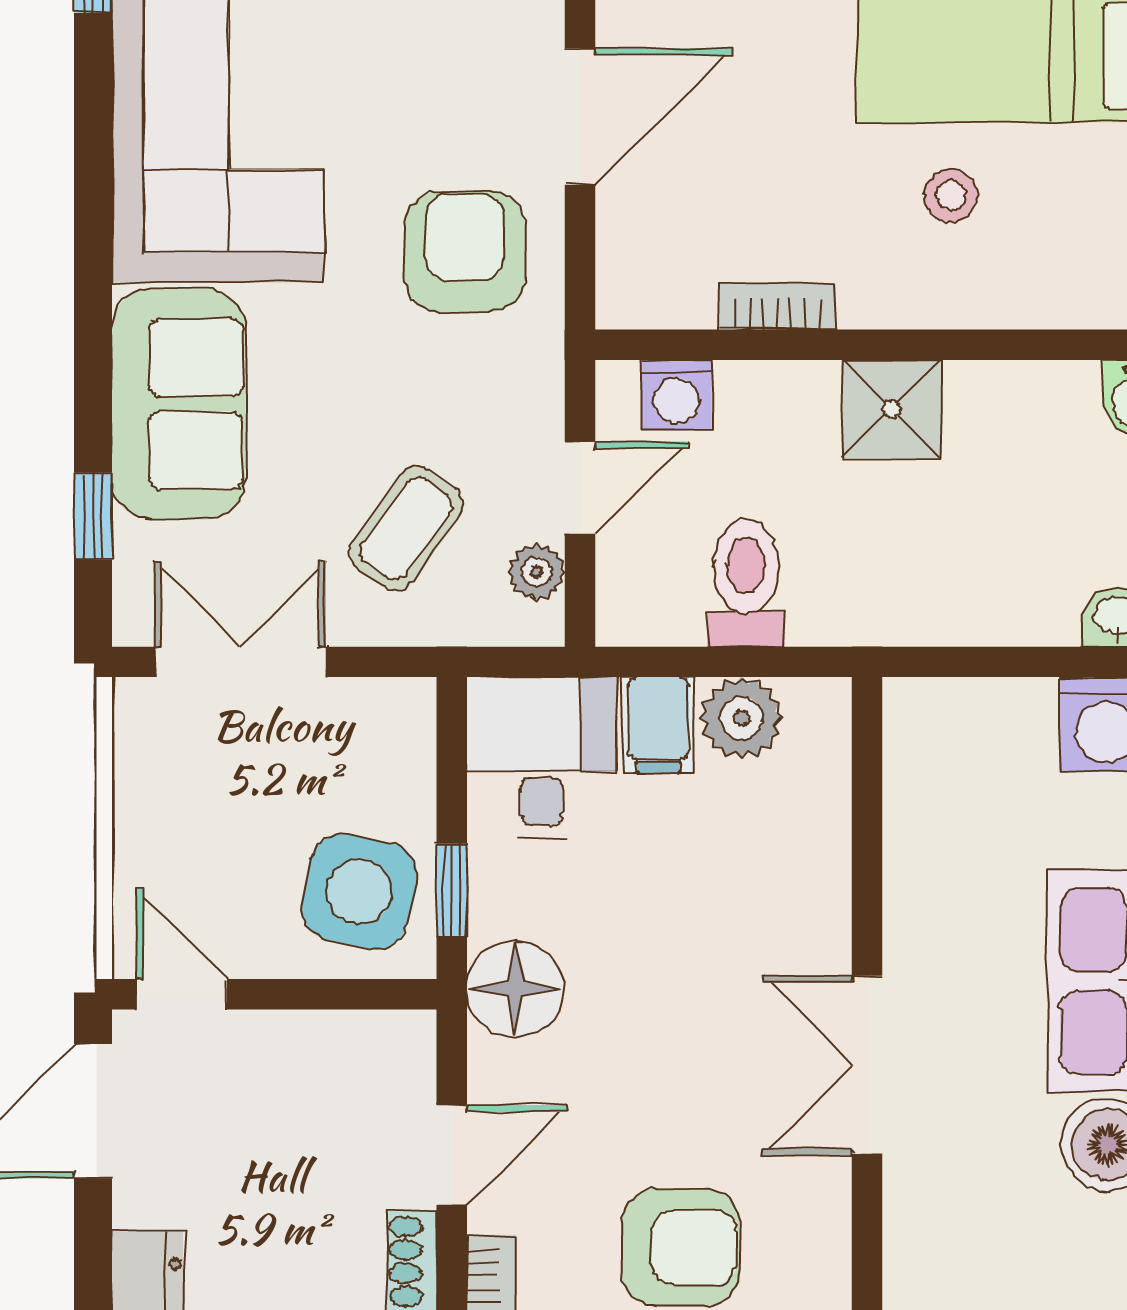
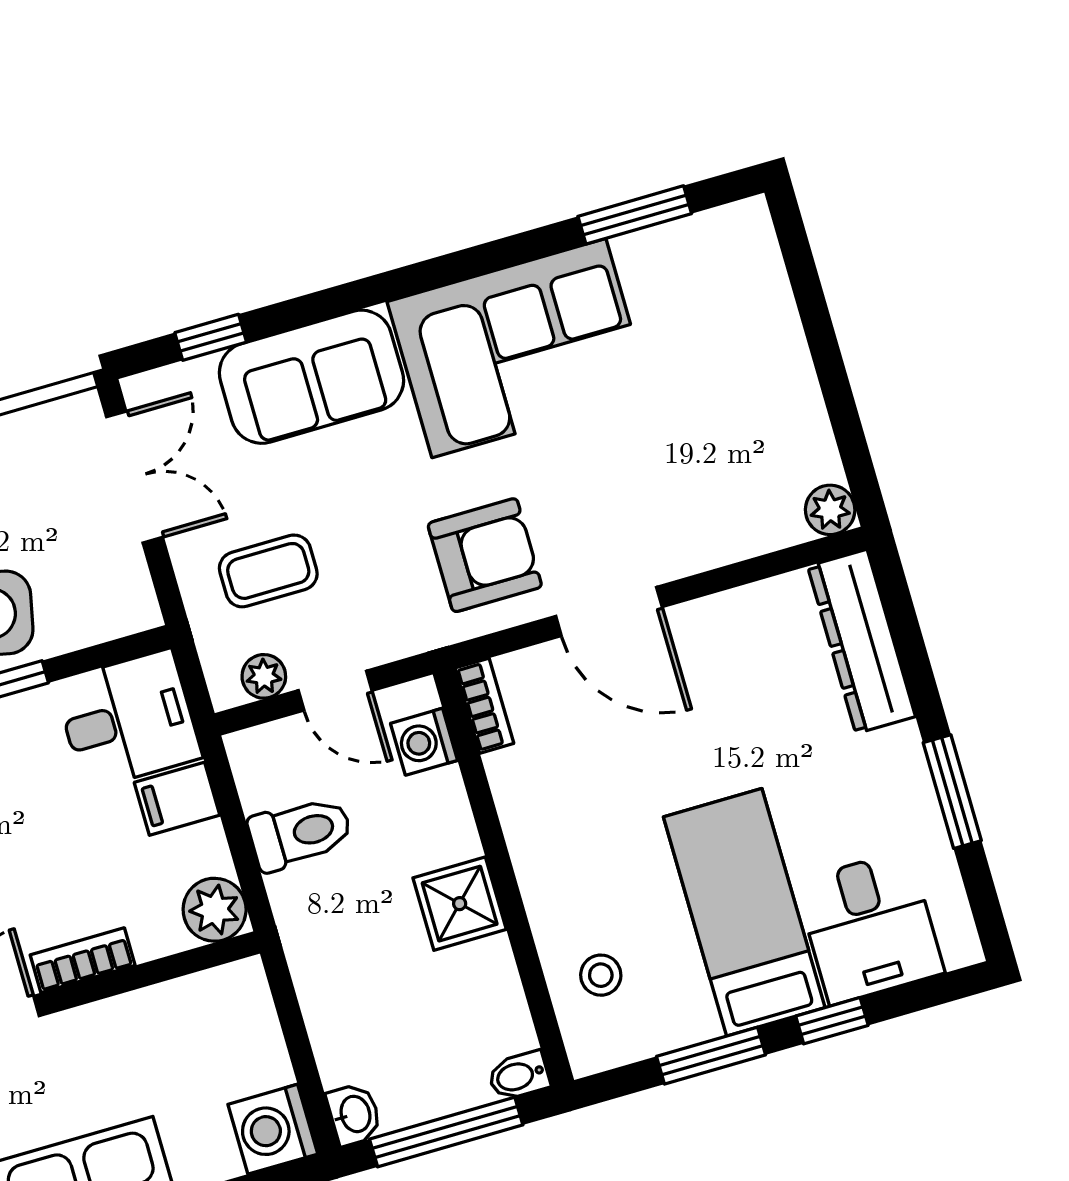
stool: (951, 195) -> (601, 975), moved
bookcase: (778, 306) -> (484, 706), moved
coffee table: (406, 528) -> (268, 571), turned -36
plant: (741, 718) -> (215, 910), moved
bookcase: (826, 901) -> (83, 960), added

